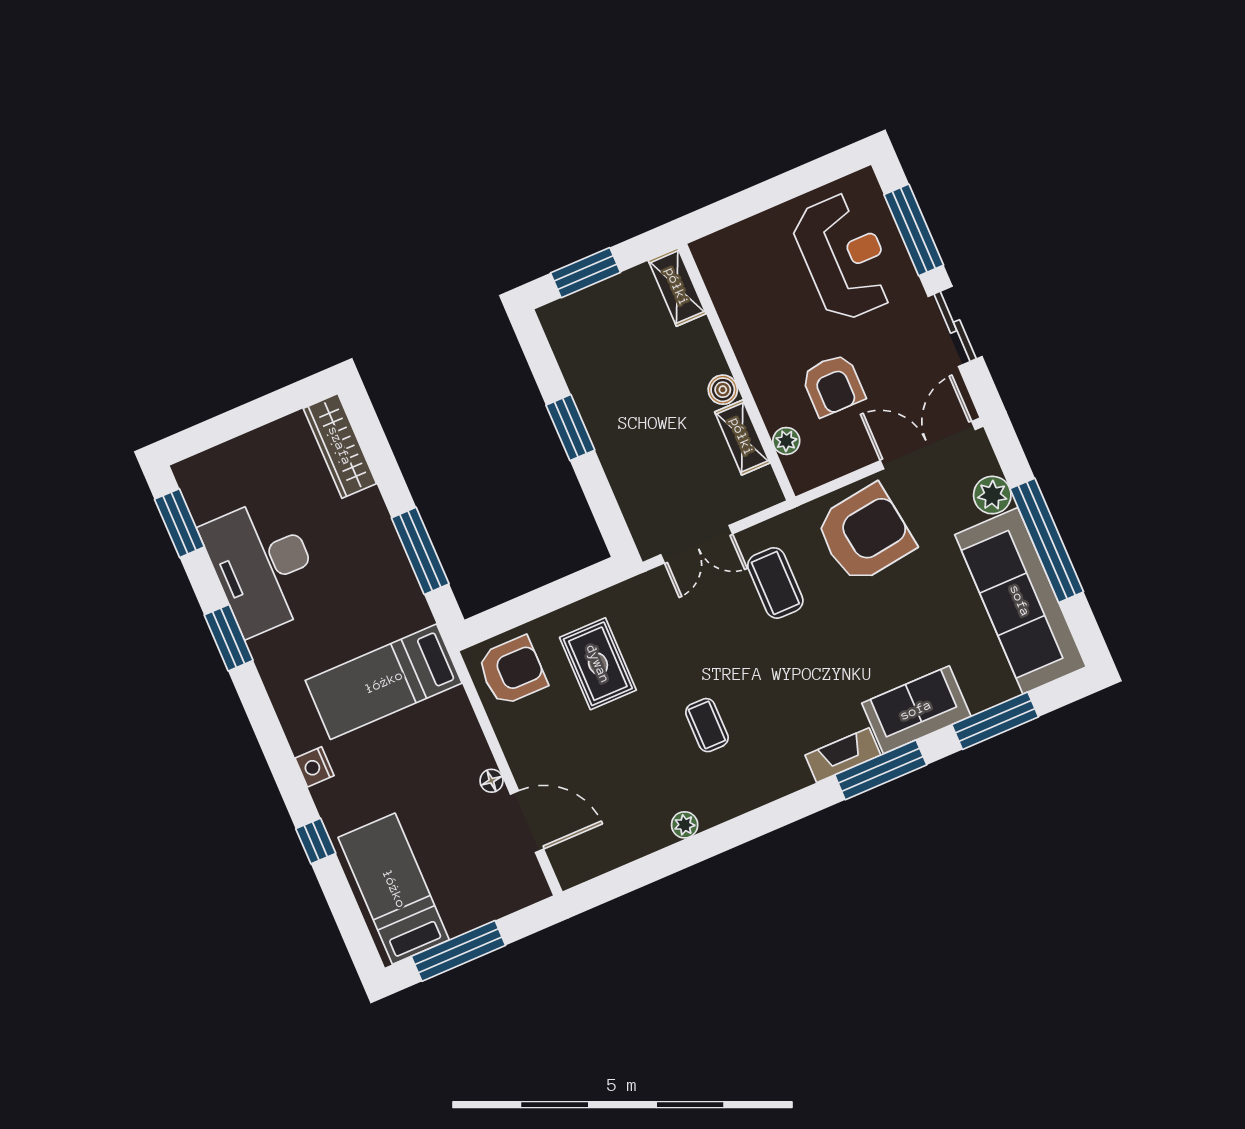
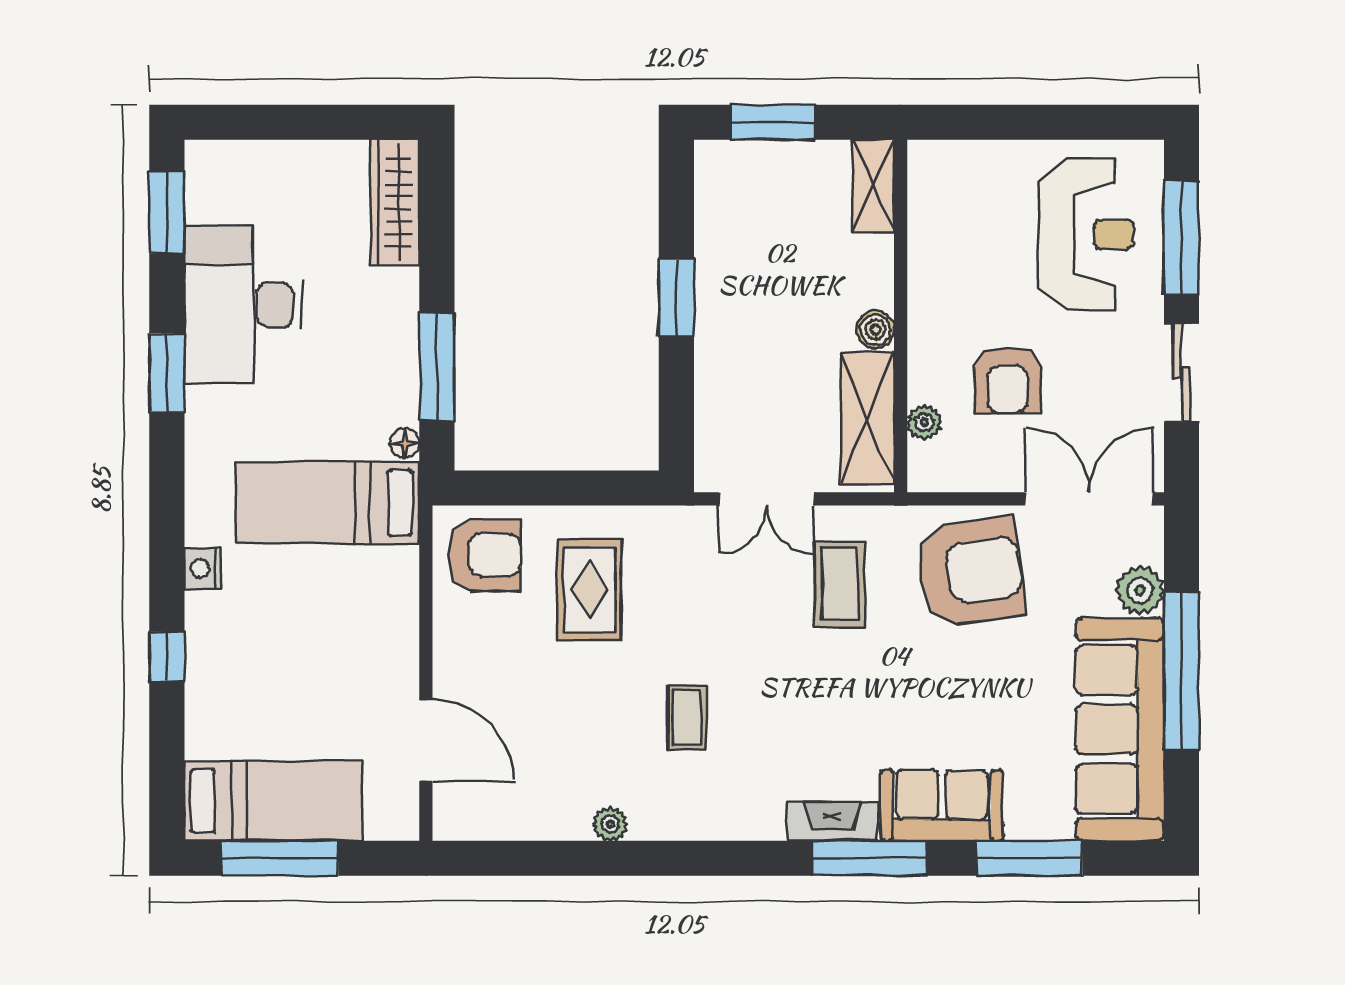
shelving: (742, 437) -> (868, 418), width x1.50, depth x1.33
floor lamp: (491, 781) -> (405, 443), moved
bed: (394, 889) -> (273, 801), moved, turned 90

